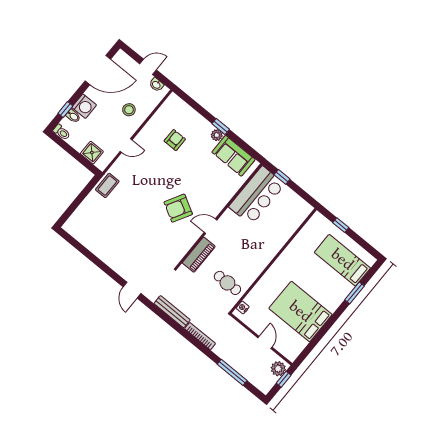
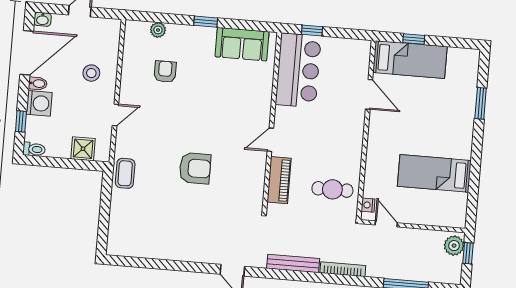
washbasin: (156, 85) -> (42, 19), moved
bidet: (73, 116) -> (38, 83), moved
plant: (217, 135) -> (158, 30), moved
armchair: (178, 208) -> (195, 168), moved, turned -119
door: (290, 240) -> (369, 94), added
bed: (342, 260) -> (410, 60), moved, turned 180
bed: (300, 312) -> (434, 173), width x0.67
door: (265, 343) -> (386, 224), moved

